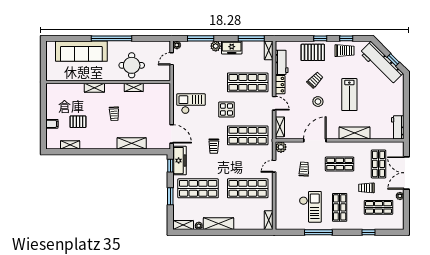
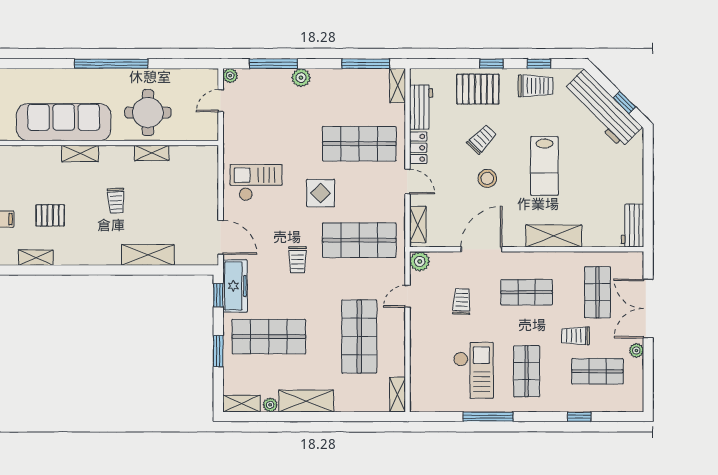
freezer: (232, 48) -> (330, 80), removed
sofa: (81, 51) -> (64, 122), moved, turned 180
shop shelf: (248, 188) -> (359, 337), turned 90

